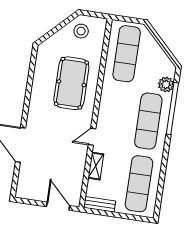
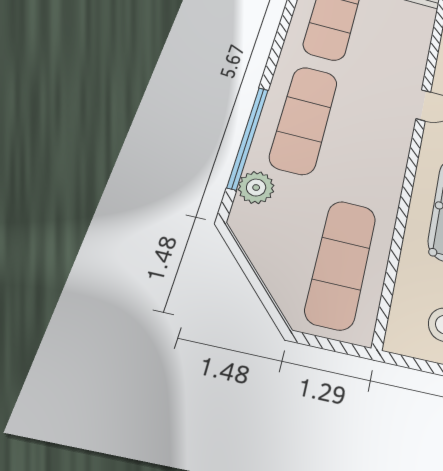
shelving: (96, 166) -> (417, 54), removed

